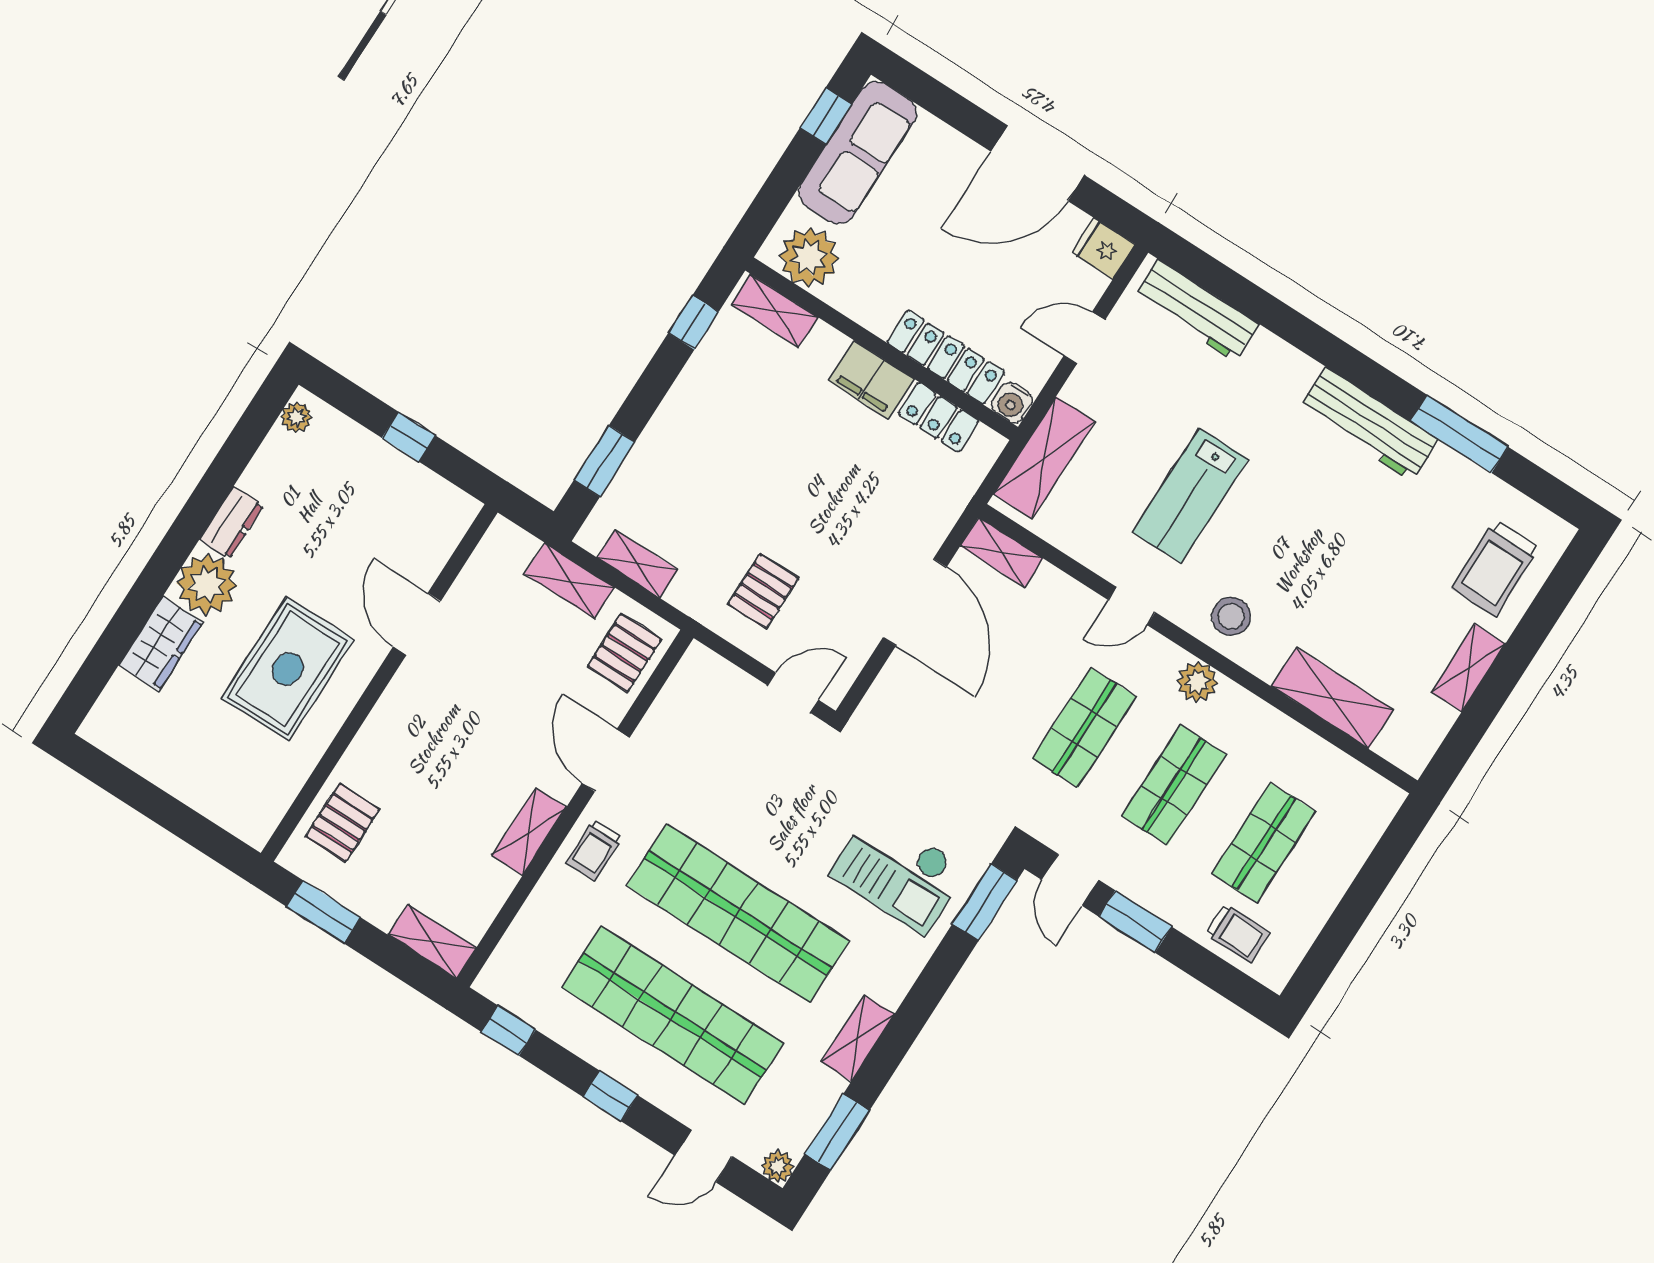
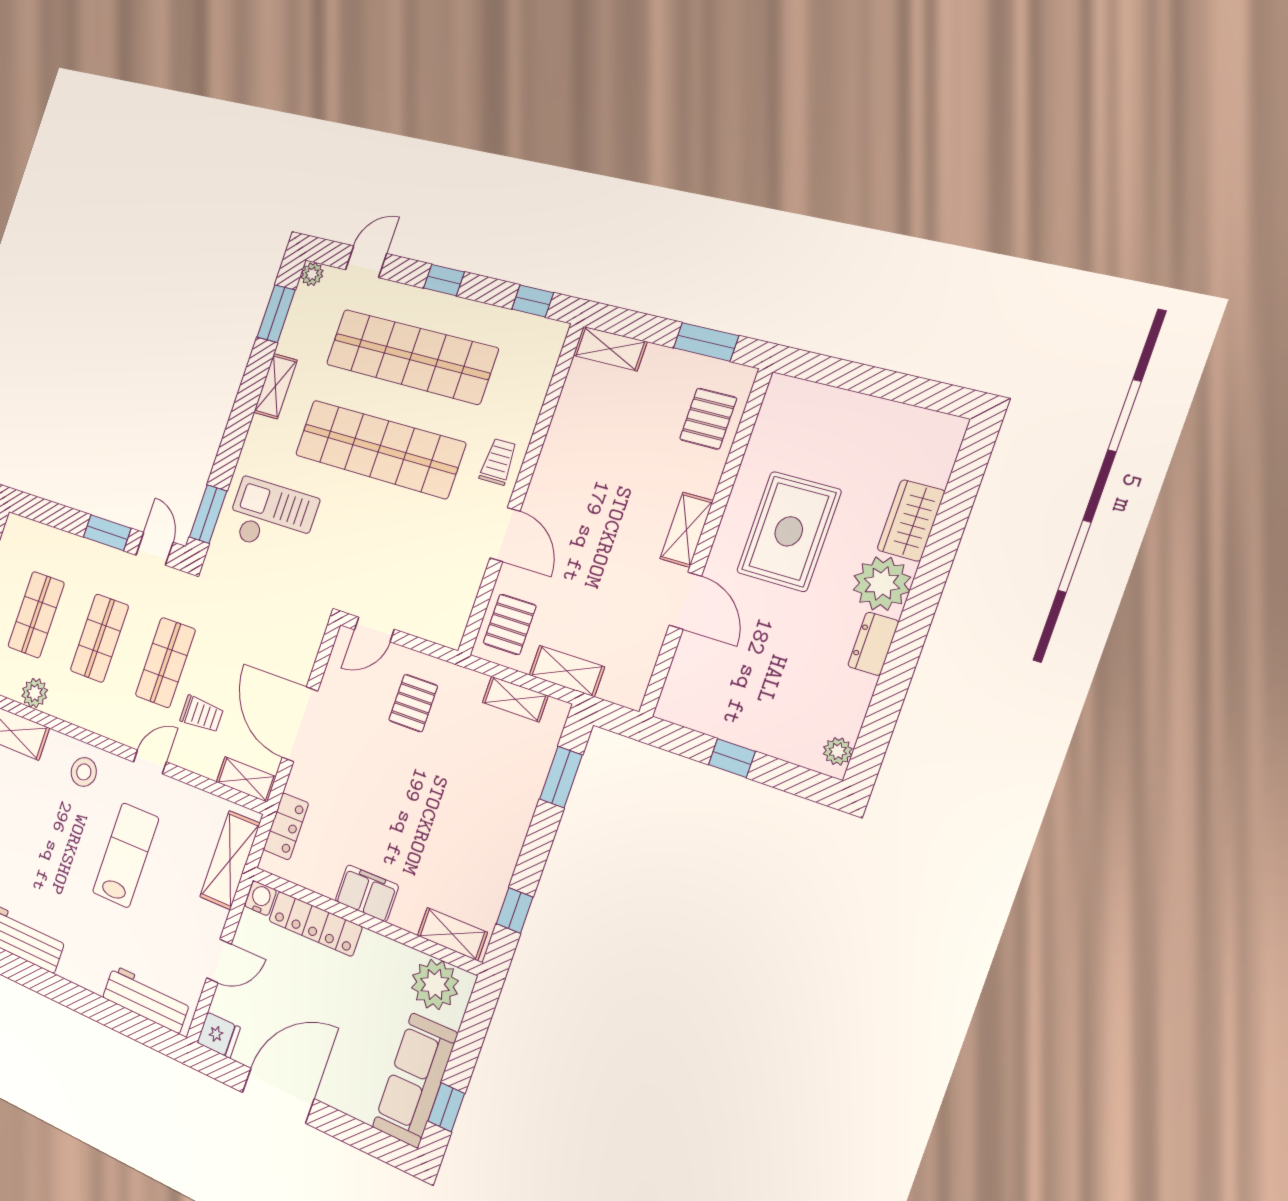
locker: (938, 417) -> (286, 826), moved, turned 90
plant: (1197, 682) -> (35, 693), moved
shelving: (529, 832) -> (686, 530), moved
trolley: (1238, 934) -> (202, 714), moved, turned 180

